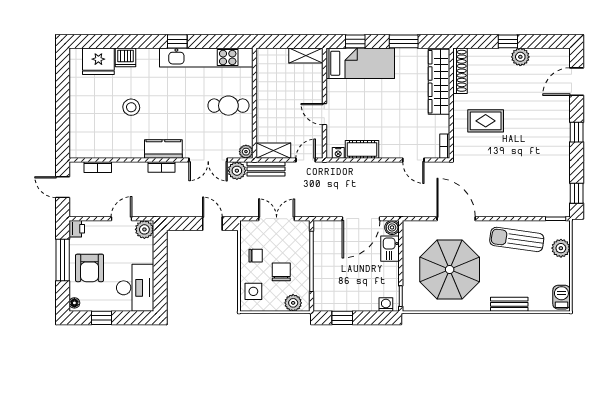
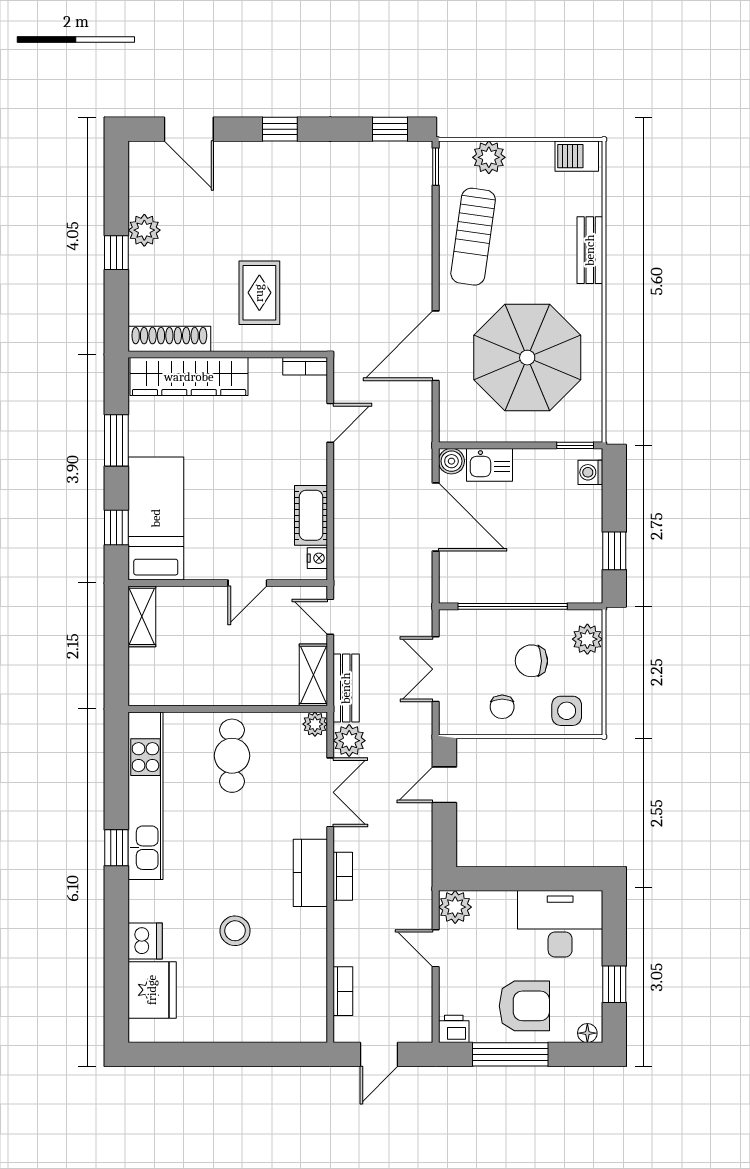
chair: (256, 256) -> (502, 707), turned 180

